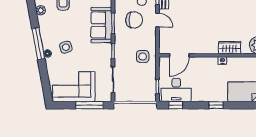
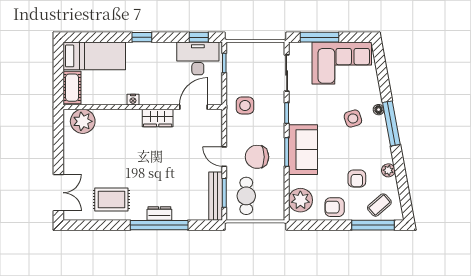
wardrobe: (230, 48) -> (158, 118), moved

